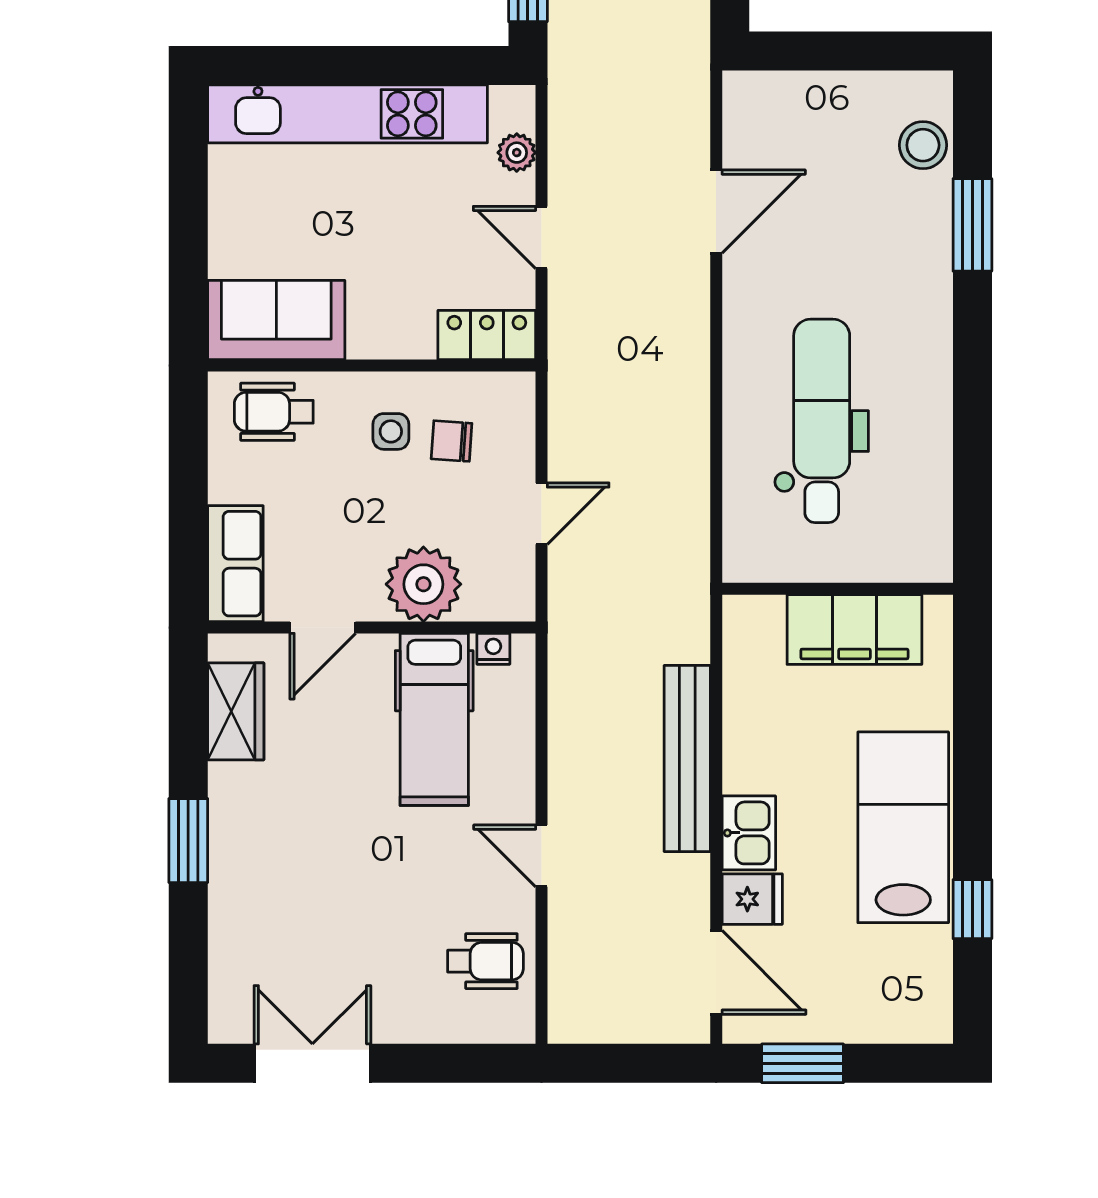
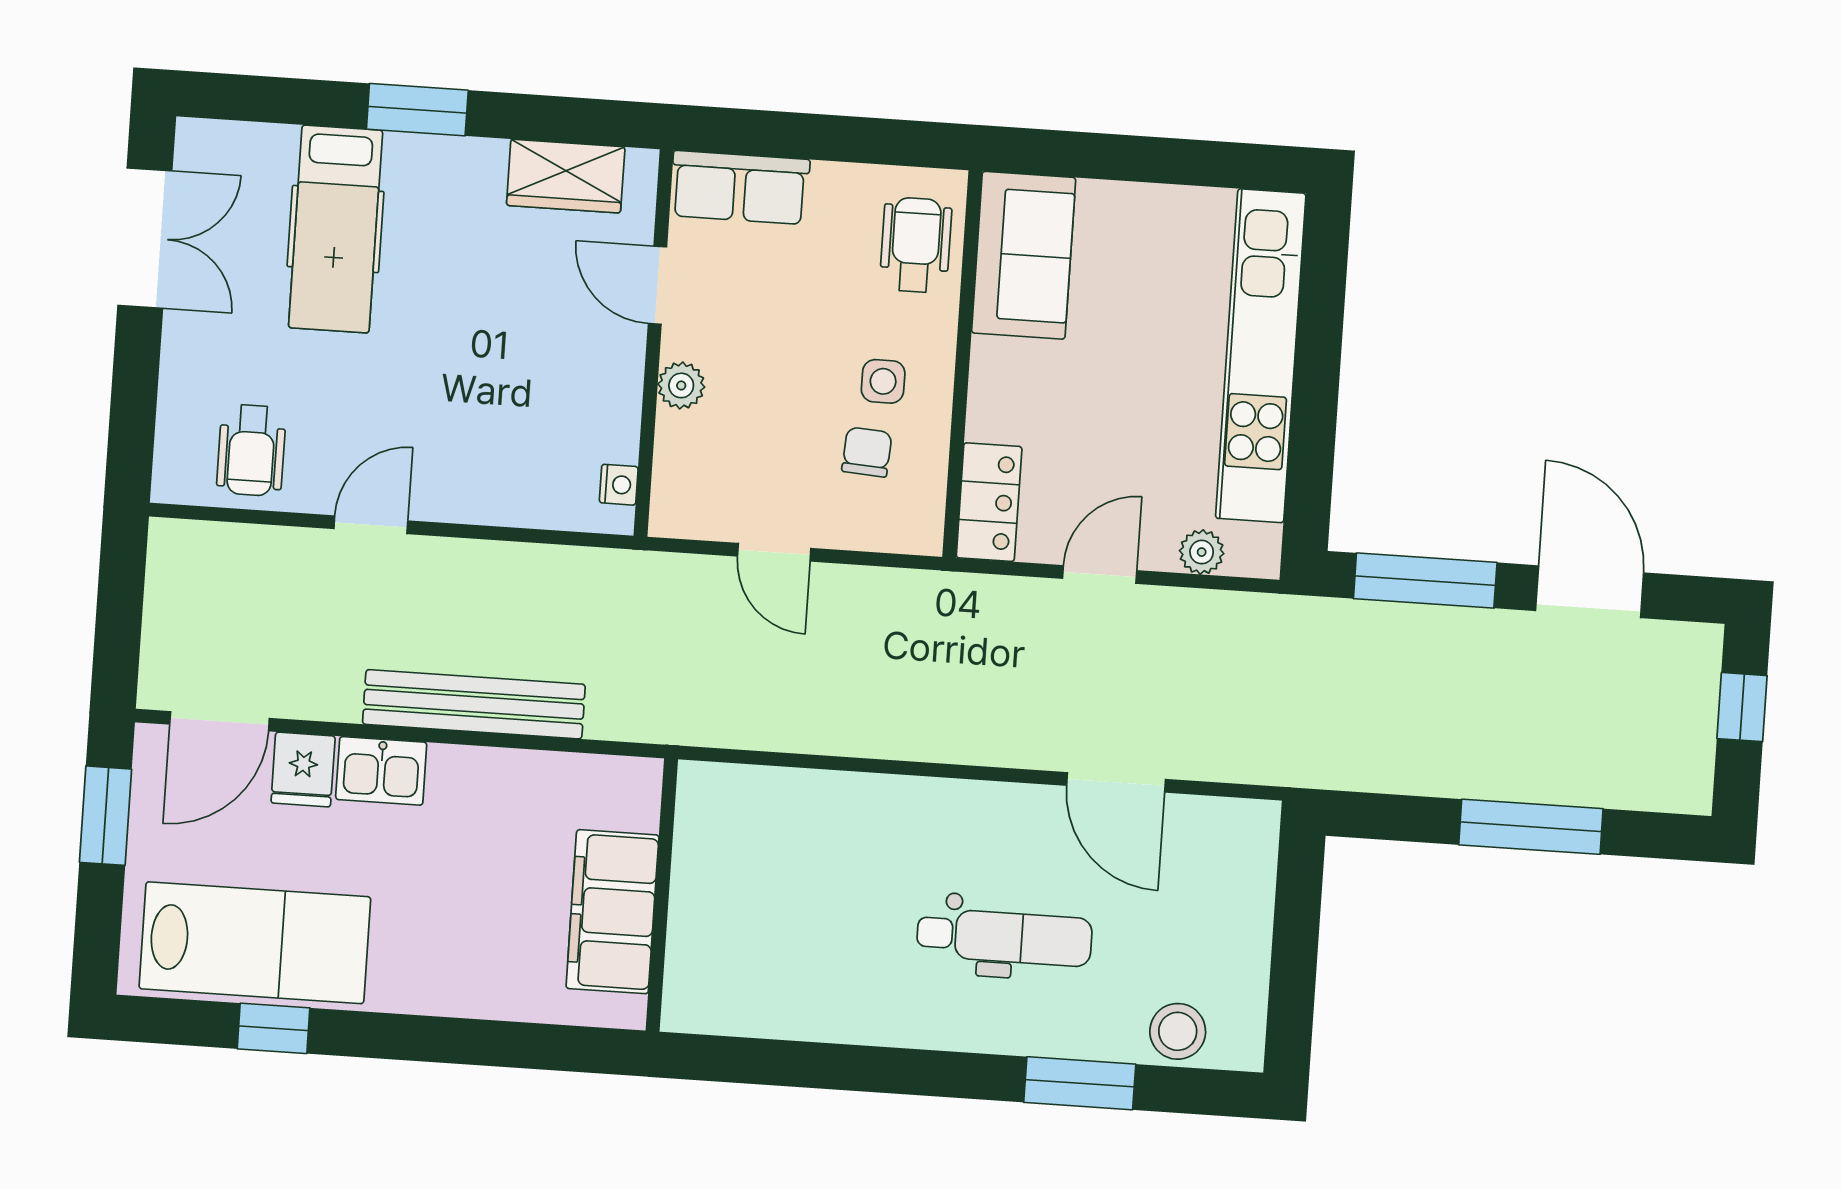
dental chair: (822, 421) -> (1004, 937), moved, width x0.73, depth x0.72
plant: (423, 584) -> (681, 385), width x0.53, depth x0.53
hospital bed: (434, 719) -> (336, 229), moved, turned -90
lab bench: (903, 827) -> (255, 943), moved

